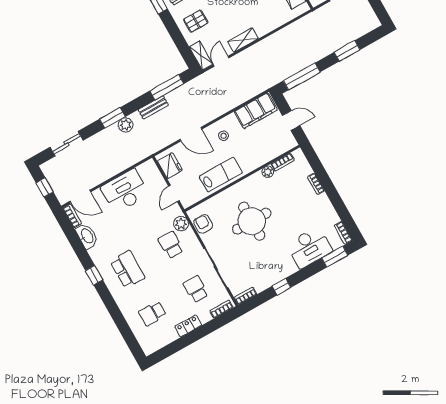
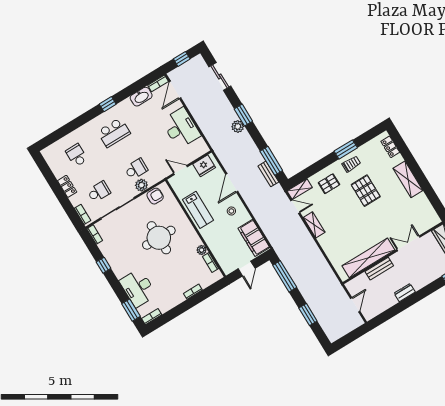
pallet: (196, 21) -> (329, 184), turned 90
bench: (153, 107) -> (268, 174), moved
plant: (181, 224) -> (141, 185), moved

